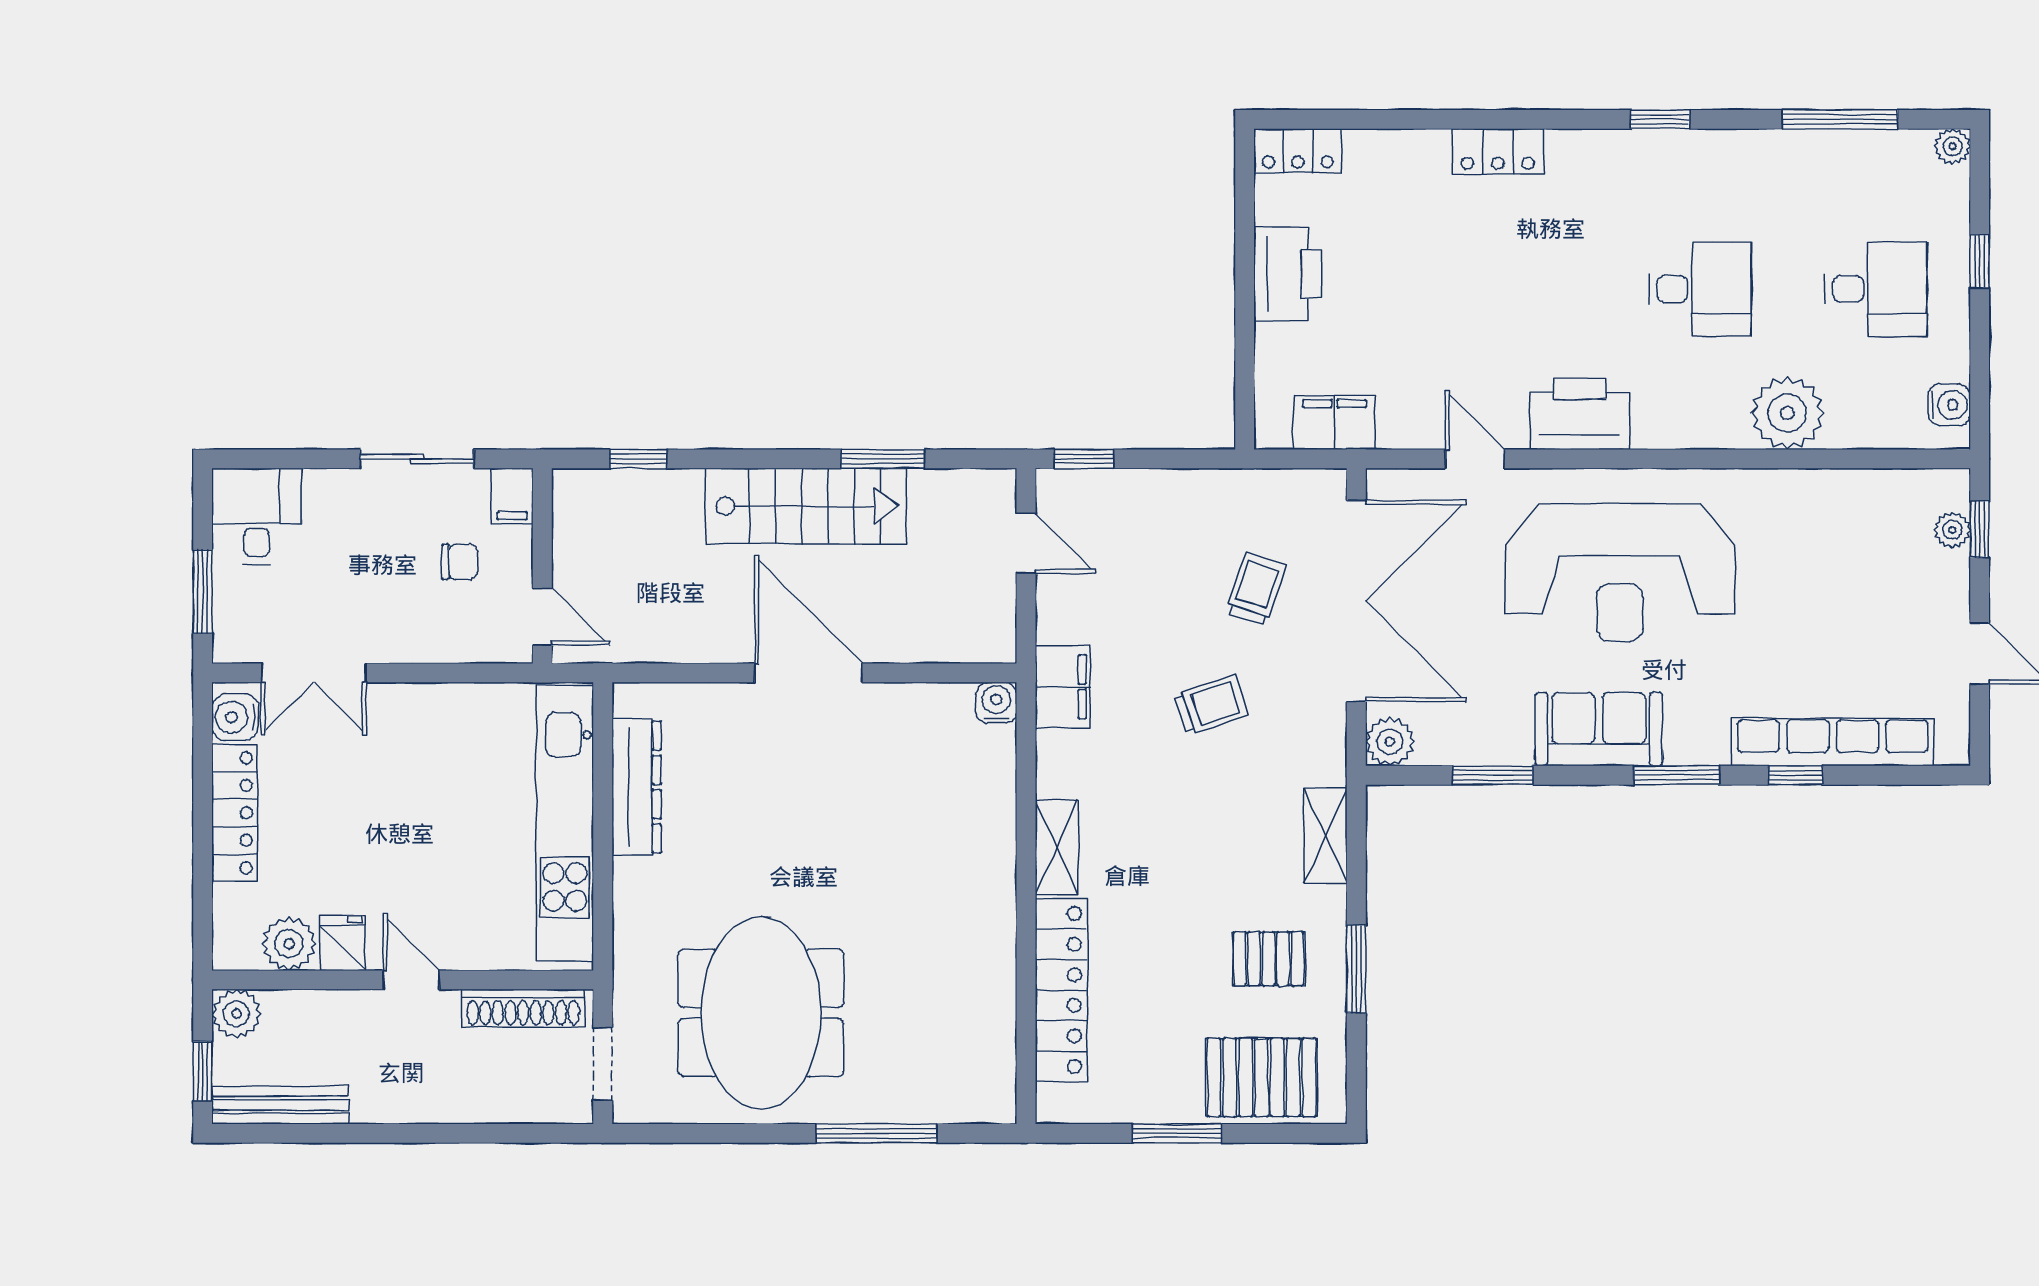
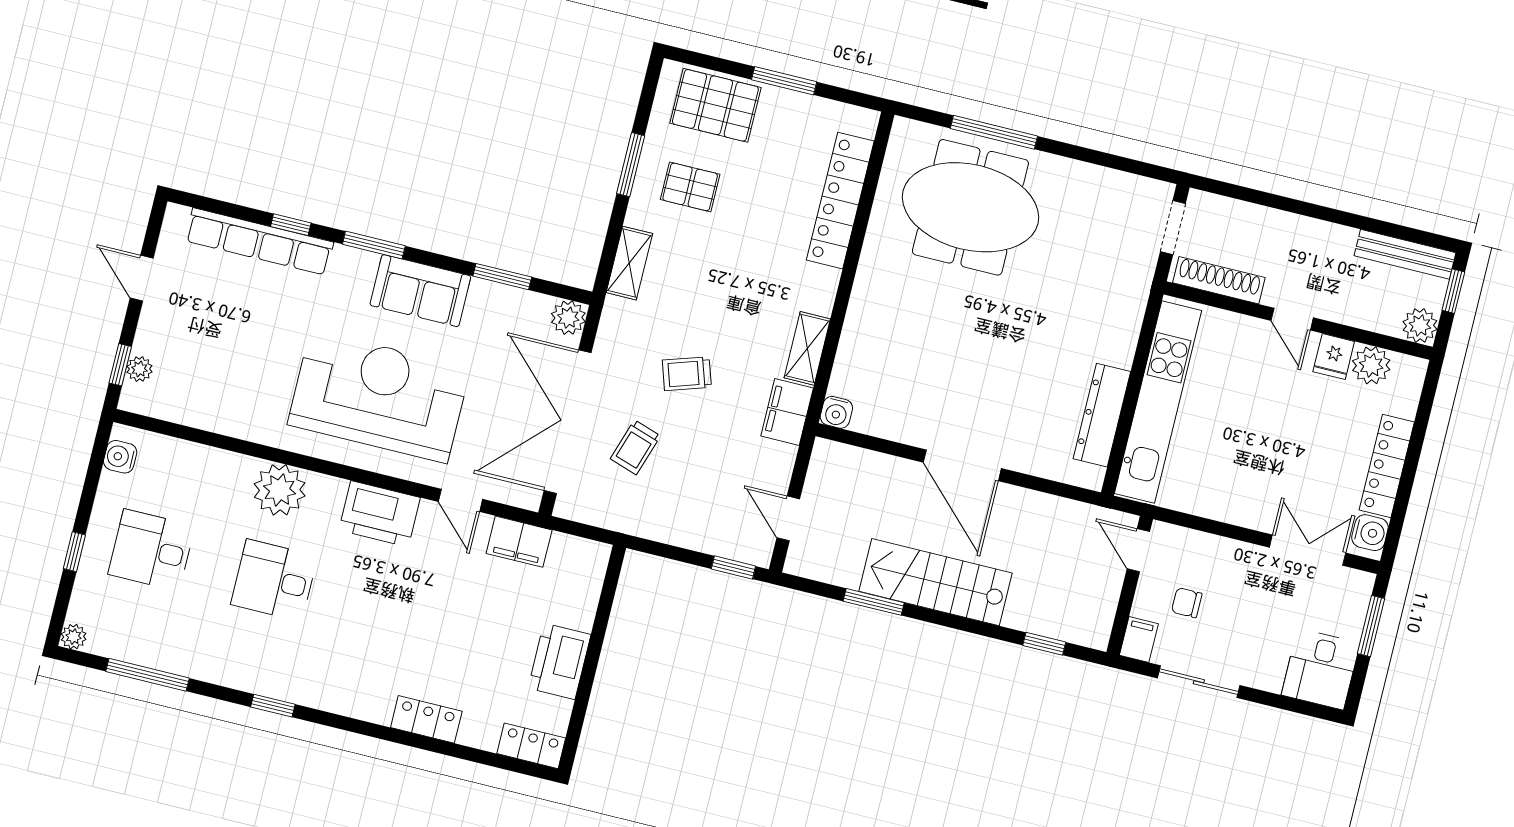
locker: (1498, 152) -> (426, 719), moved
plant: (1787, 413) -> (280, 490), moved
filing cabinet: (1334, 423) -> (519, 542), moved
shelving: (1057, 847) -> (807, 348), moved
meeting table: (761, 1013) -> (970, 207), moved, turned 90

